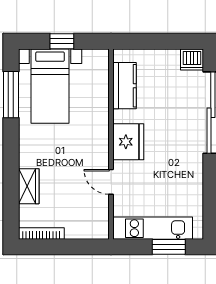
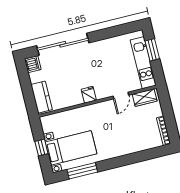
kitchen counter: (125, 86) -> (42, 97), moved, turned 90
fridge: (128, 142) -> (89, 95), width x0.53, depth x0.75
wardrobe: (29, 186) -> (145, 98), moved, turned 180

